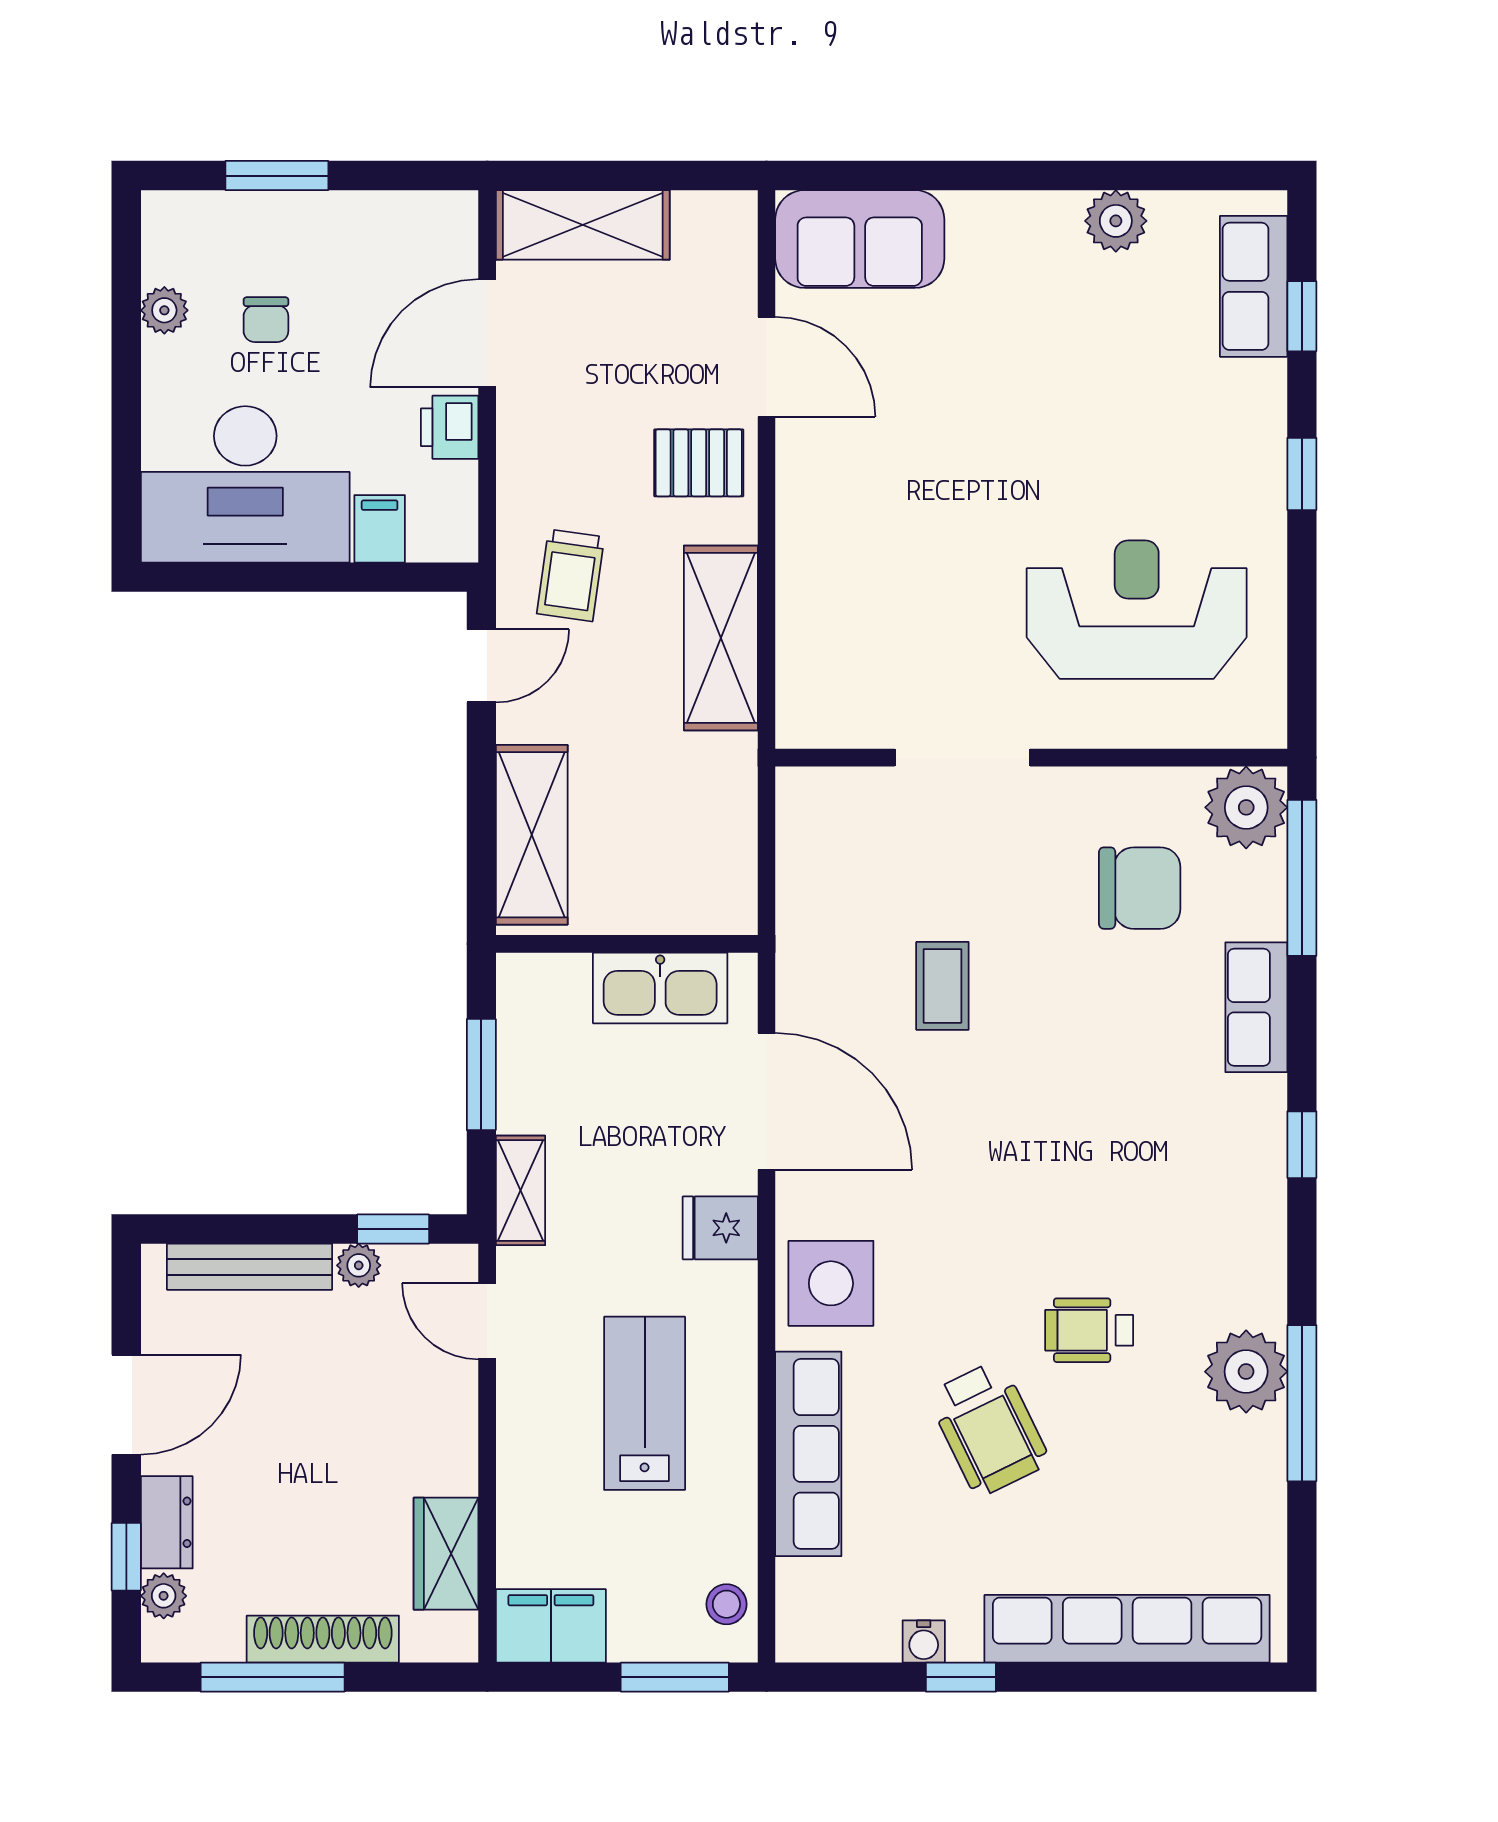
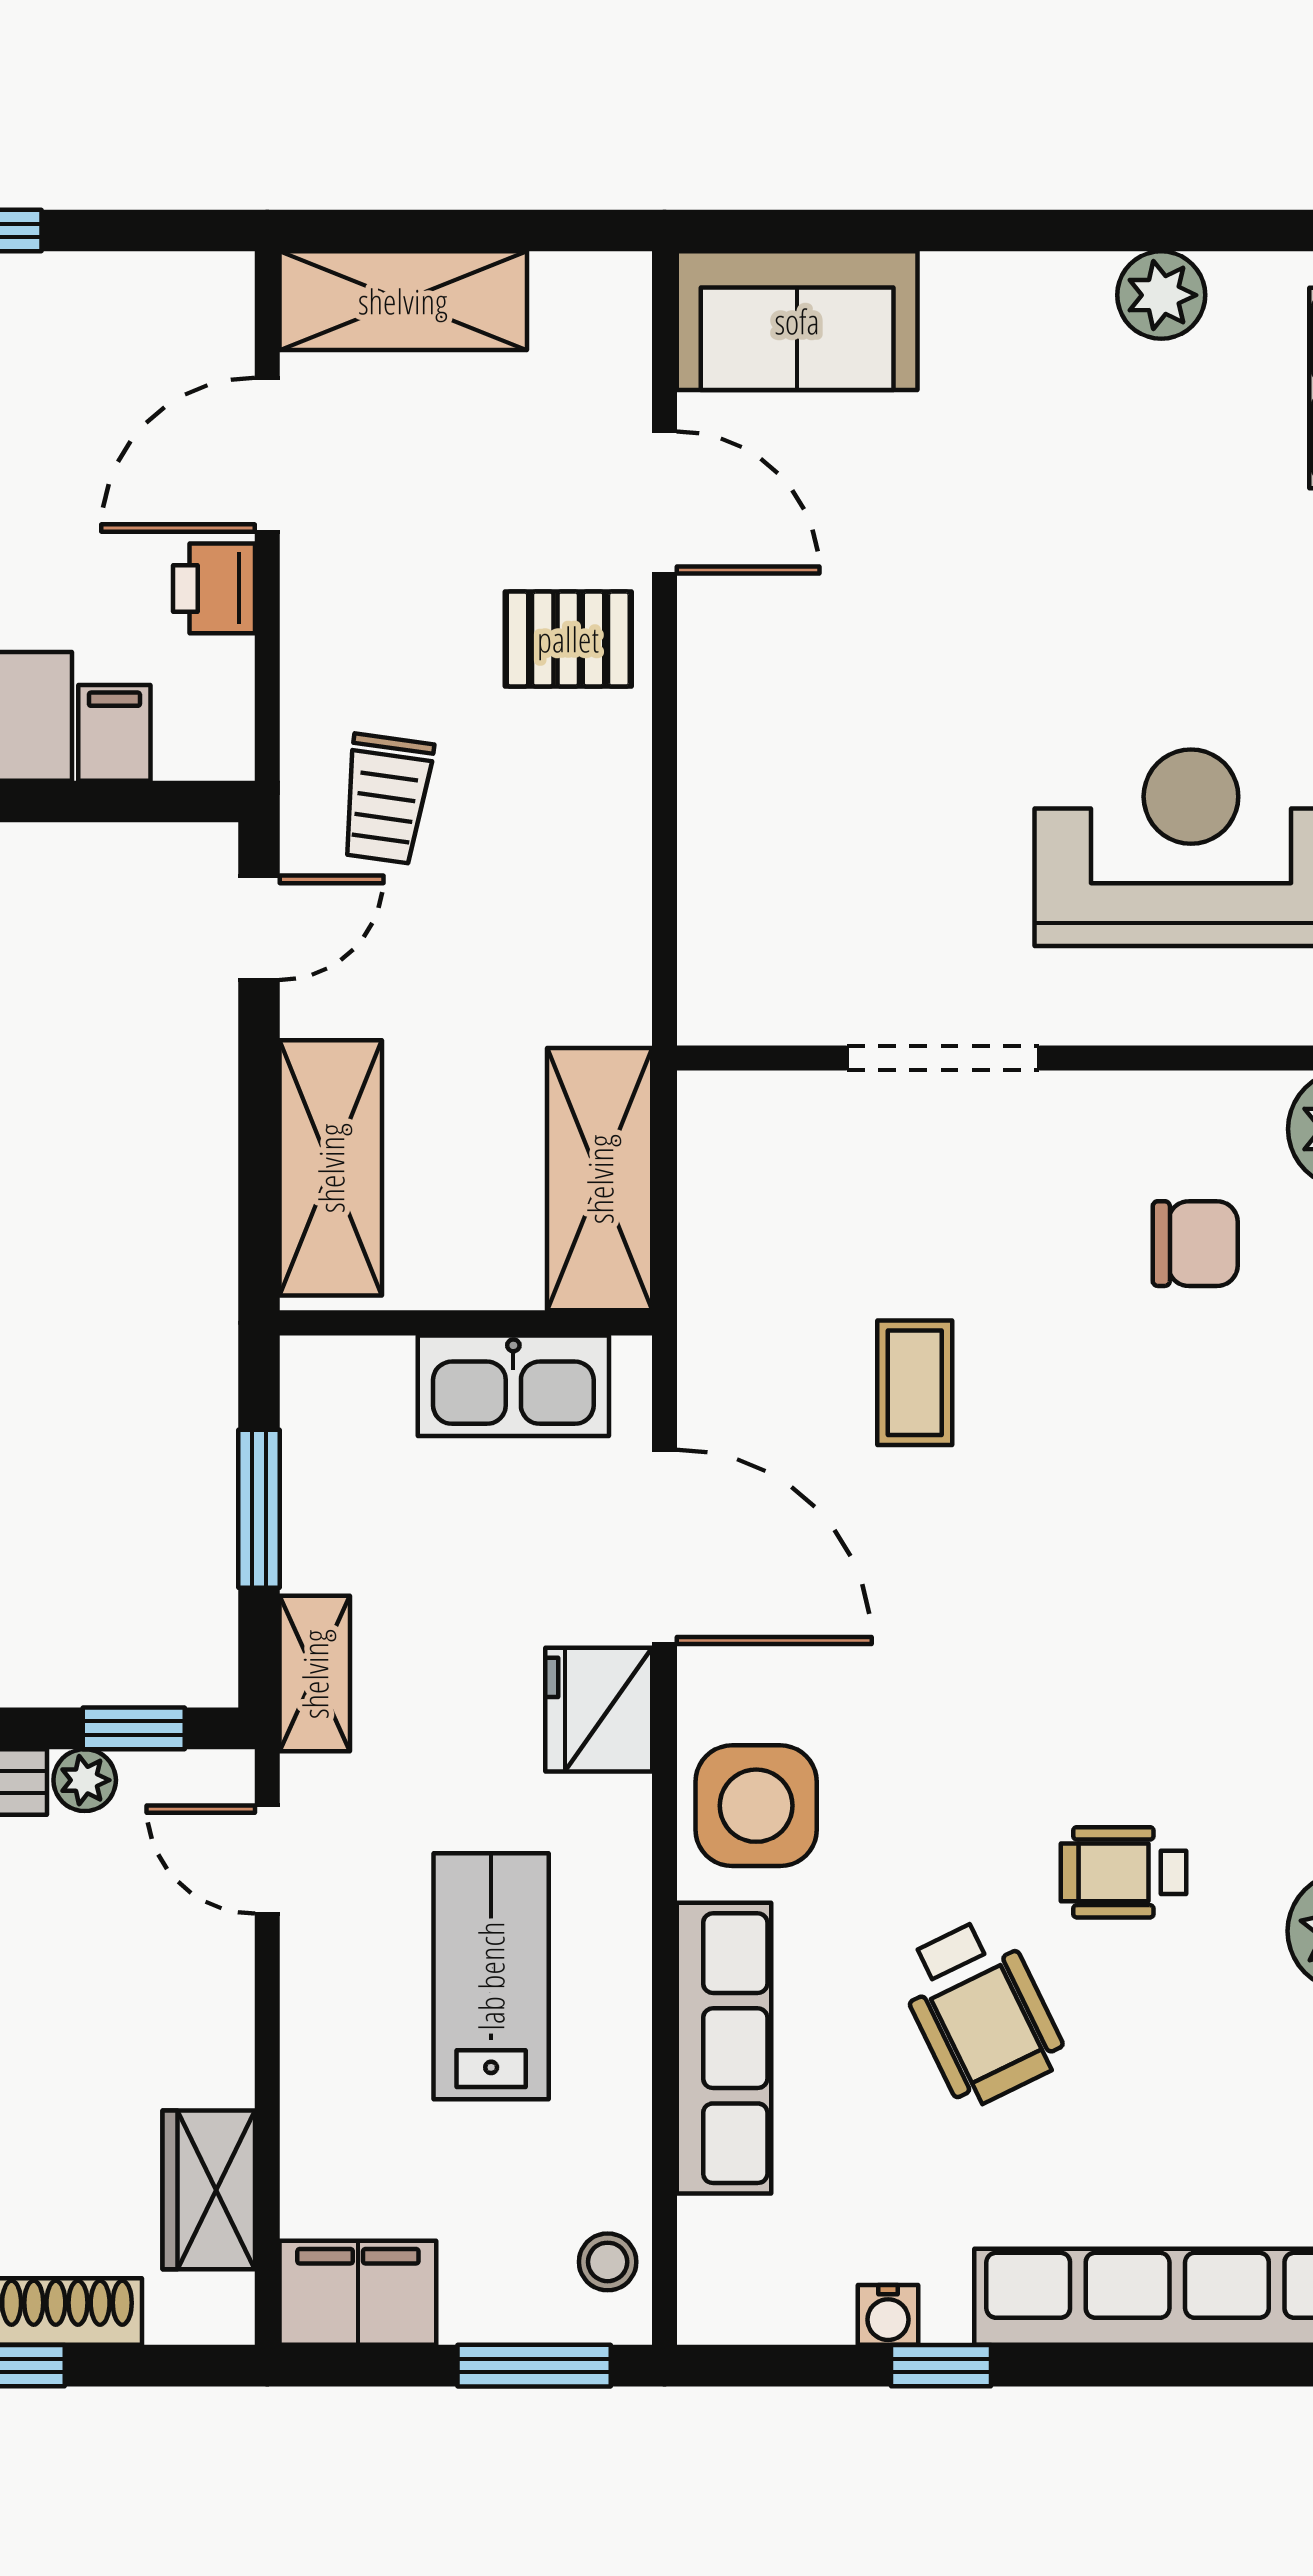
shelving: (721, 638) -> (600, 1179), moved
chair: (1140, 888) -> (1195, 1244), width x0.73, depth x0.73
fridge: (720, 1228) -> (599, 1710), width x1.38

